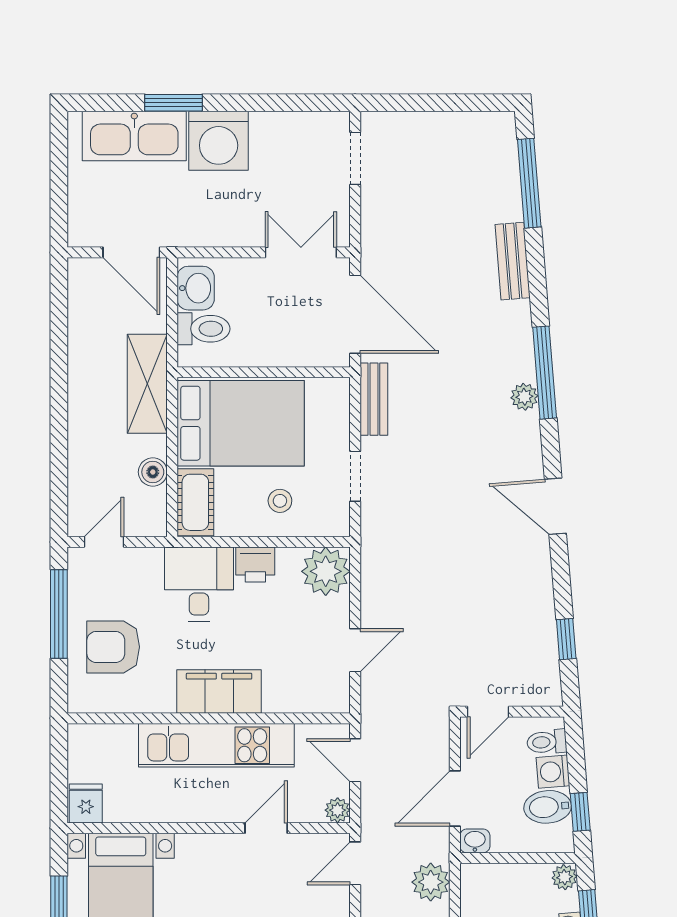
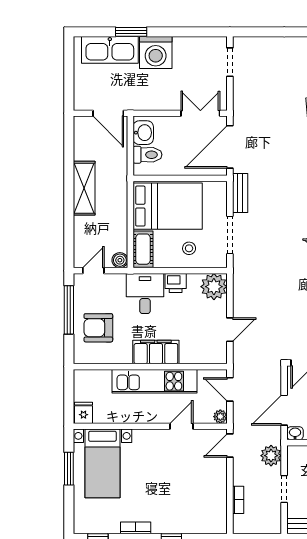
door: (355, 314) -> (230, 147), swing flipped
shelving: (147, 384) -> (84, 188), moved
boiler: (153, 472) -> (120, 260), moved
doorway: (355, 476) -> (230, 235), width x1.38

